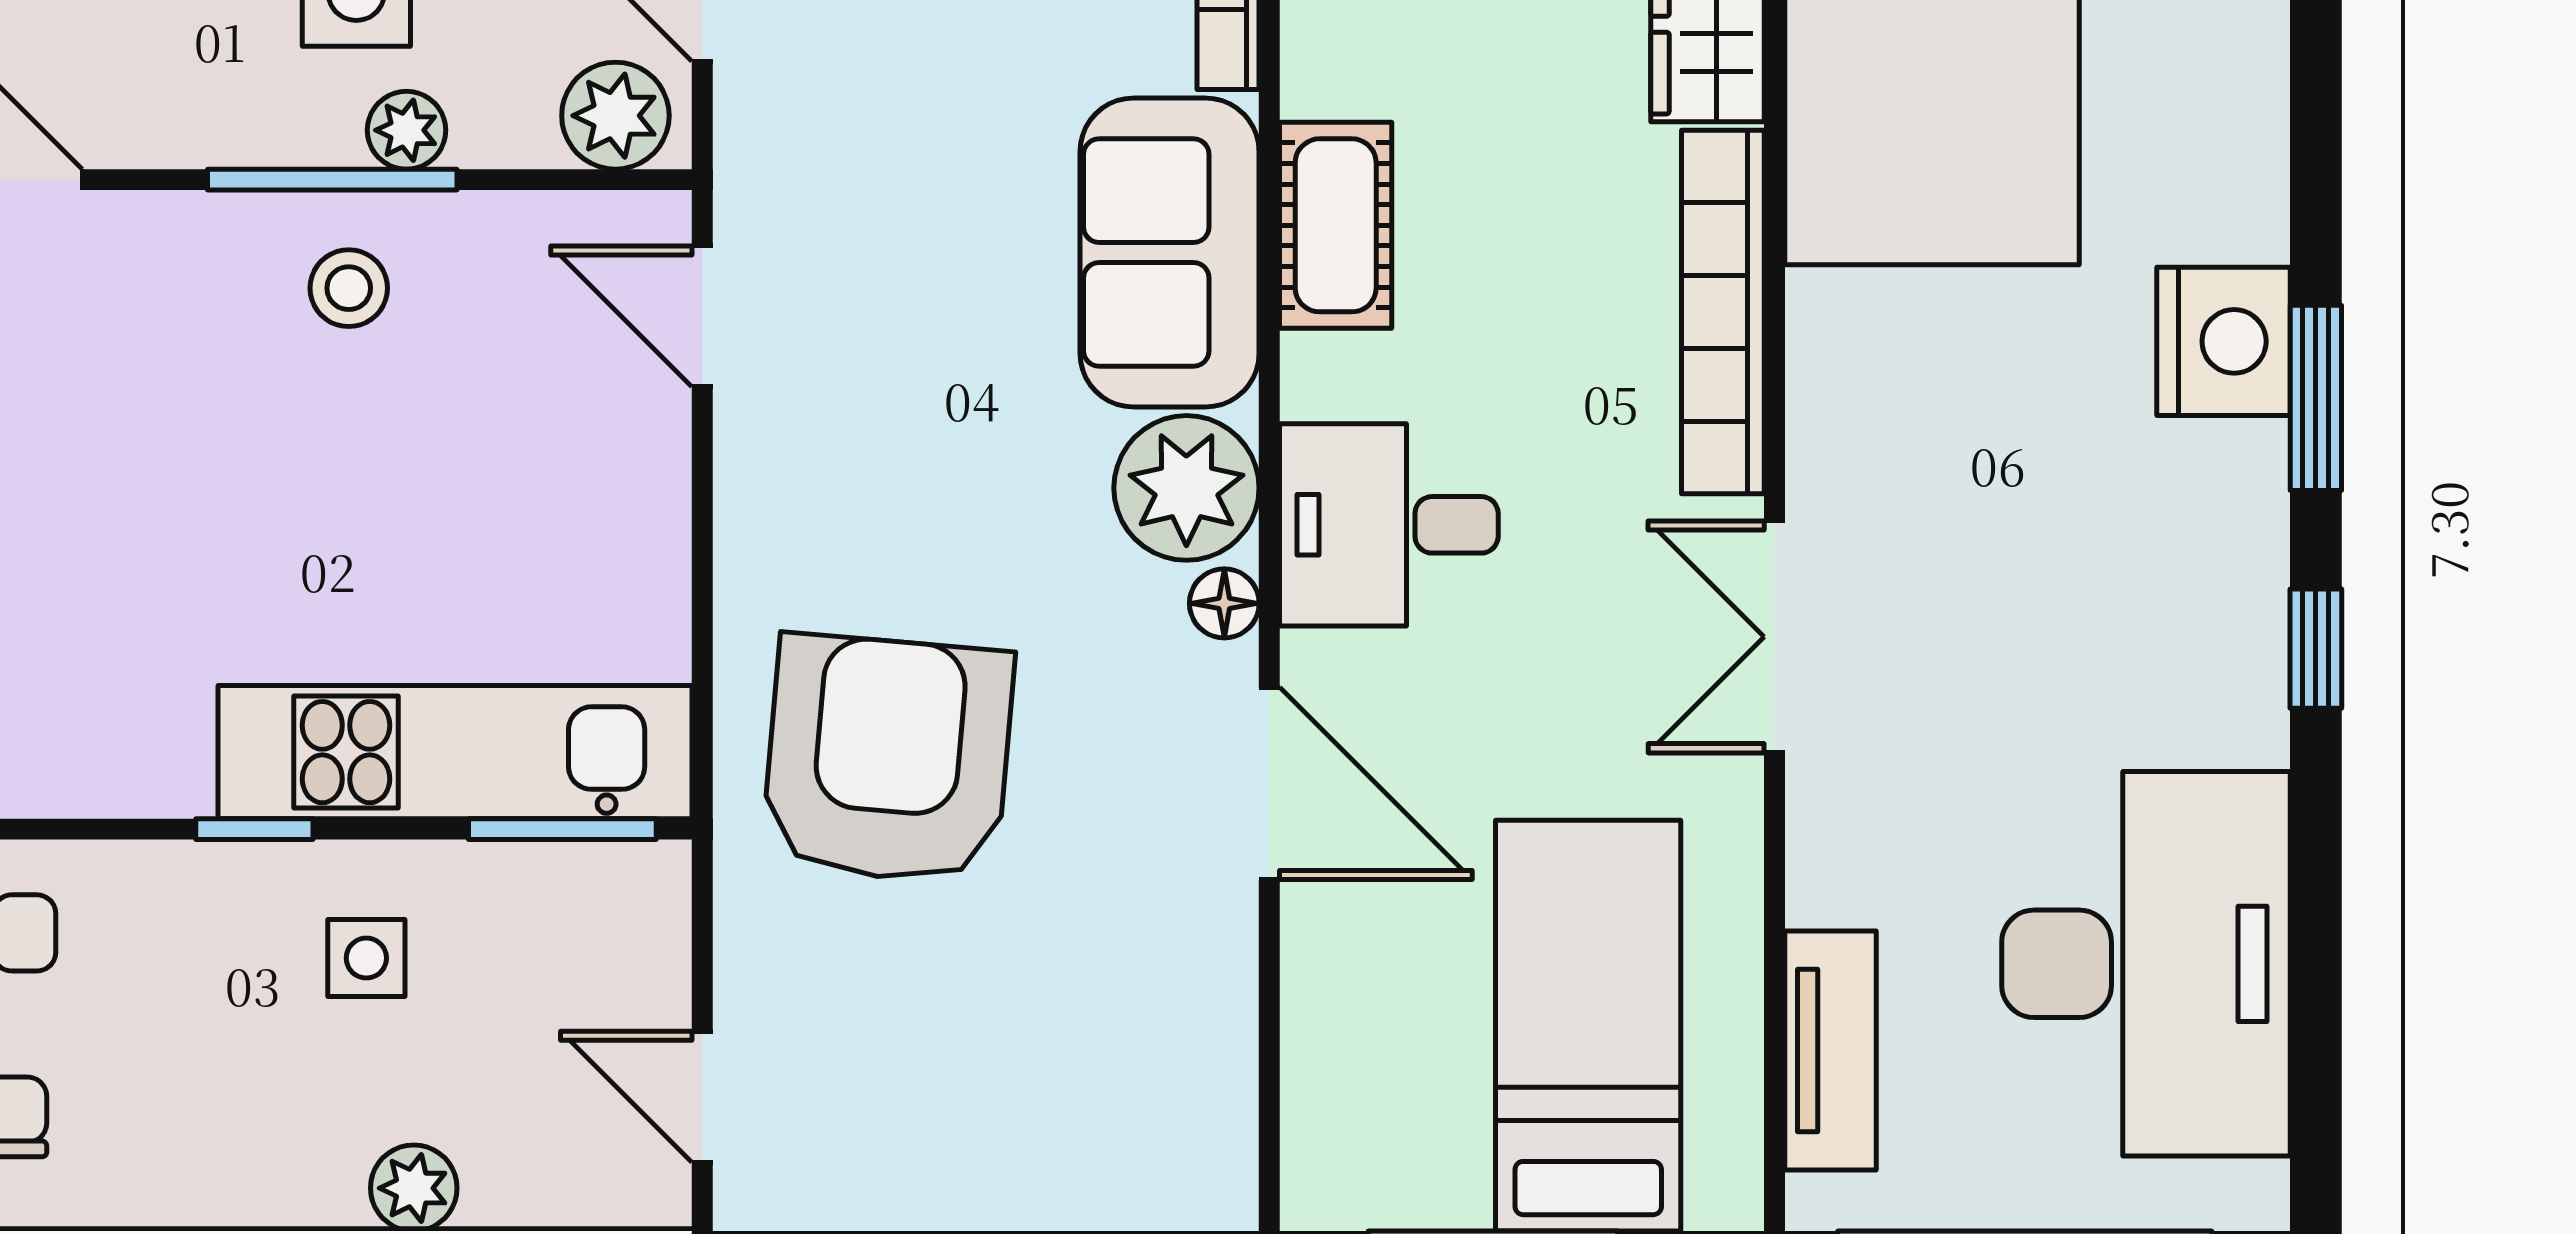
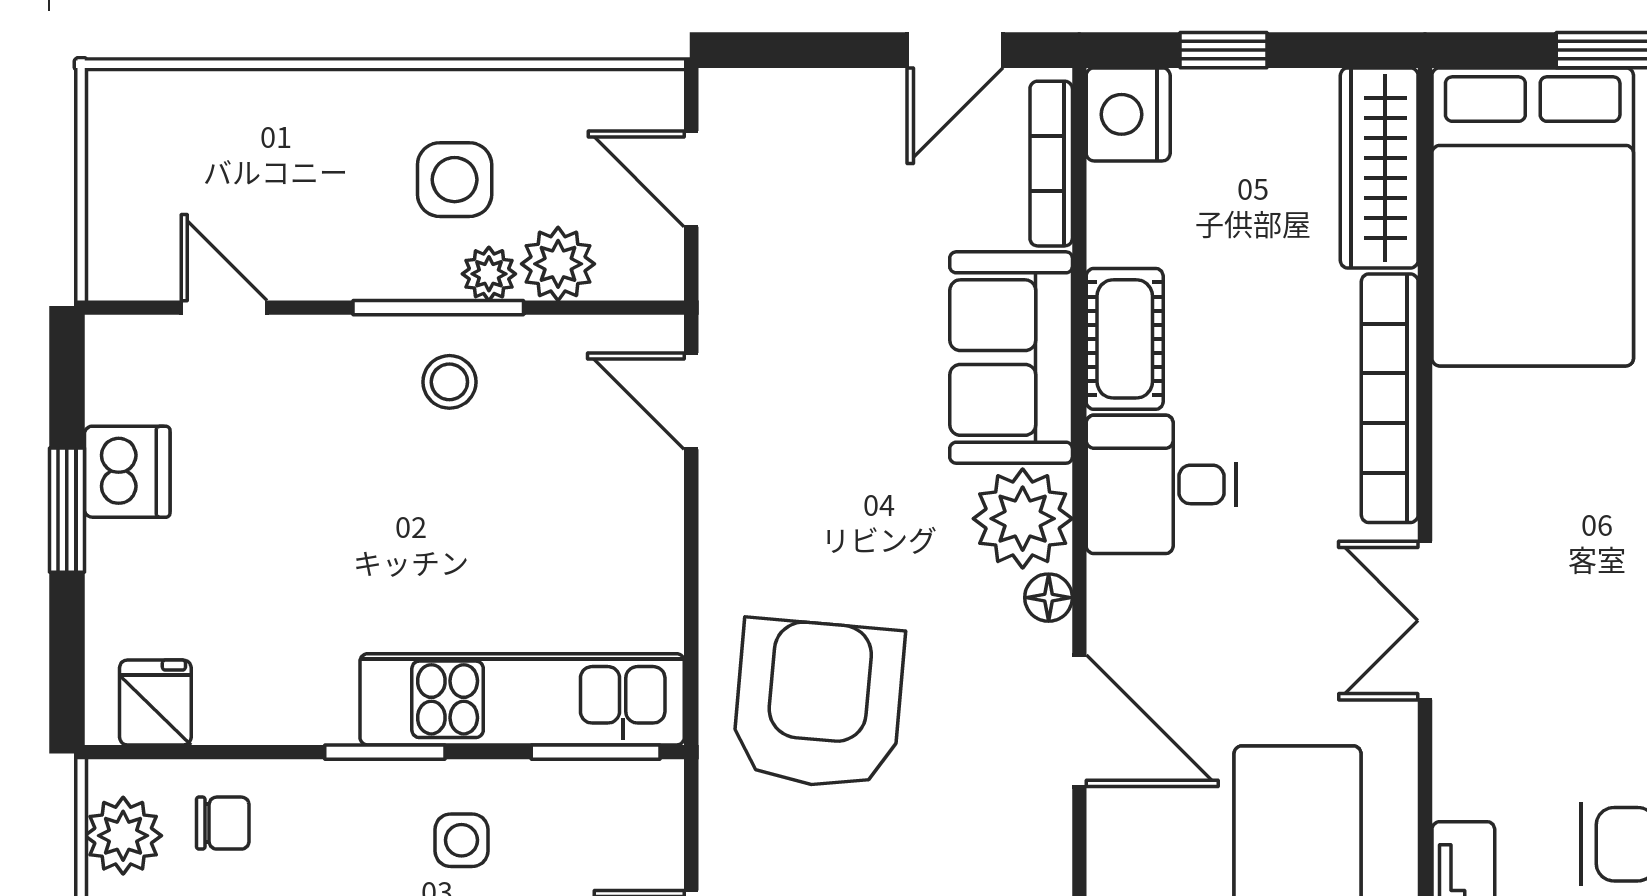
plant: (615, 116) -> (558, 264), moved
desk: (1389, 525) -> (1161, 484), moved
window: (254, 829) -> (385, 752), width x1.50

